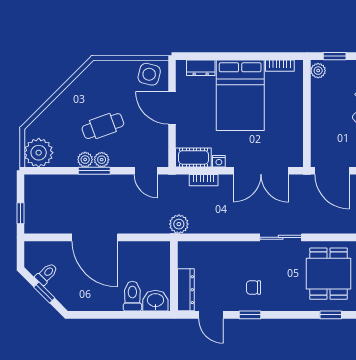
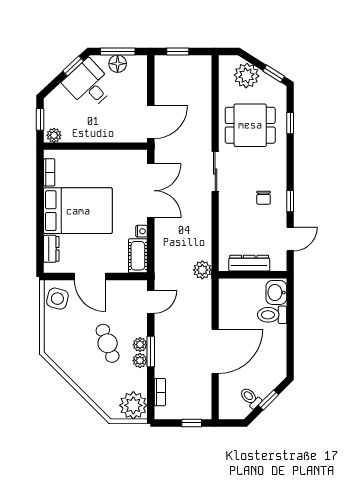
door: (172, 108) -> (90, 276), hinge flipped
bookcase: (204, 180) -> (160, 392), moved
dresser: (186, 290) -> (249, 263), moved

